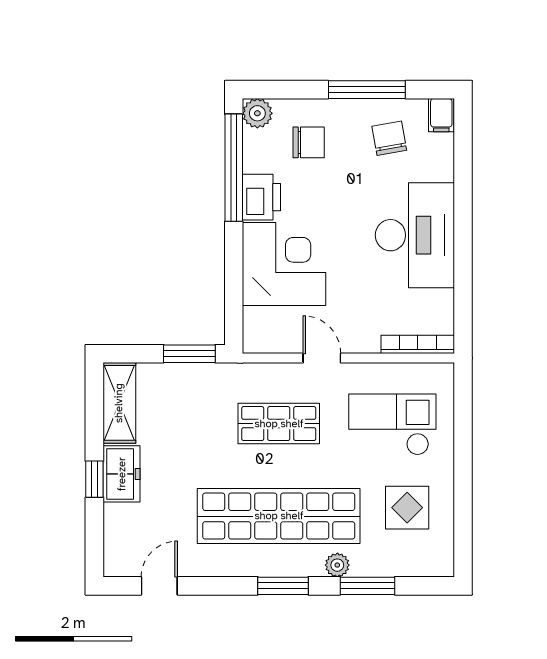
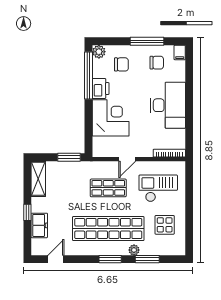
chair: (389, 138) -> (157, 63), turned 100
door: (322, 358) -> (127, 159), swing flipped
freezer: (122, 474) -> (39, 225), moved

